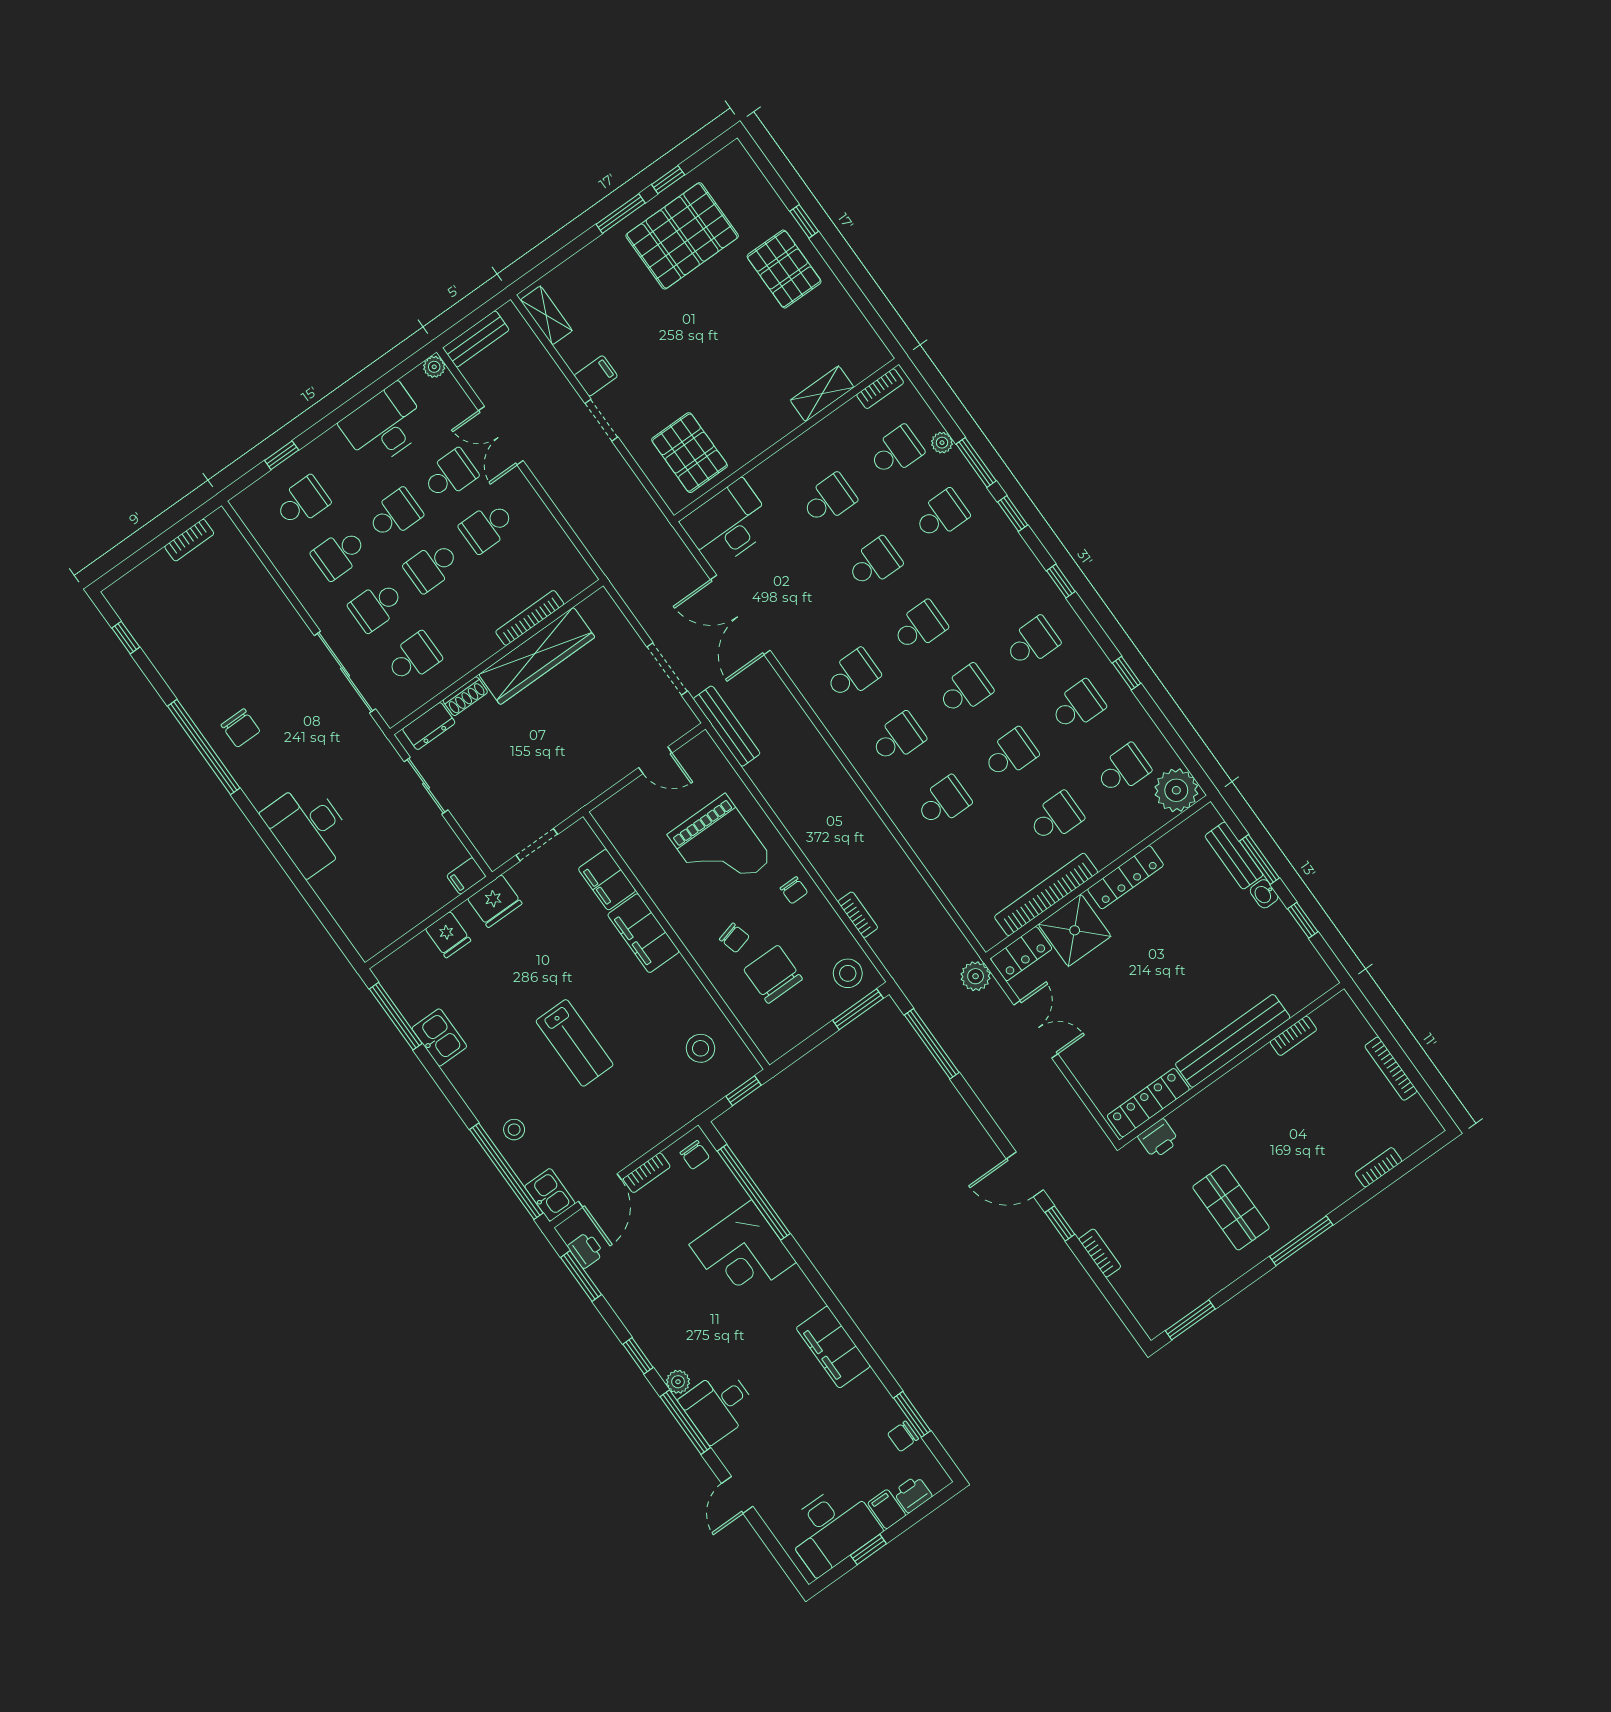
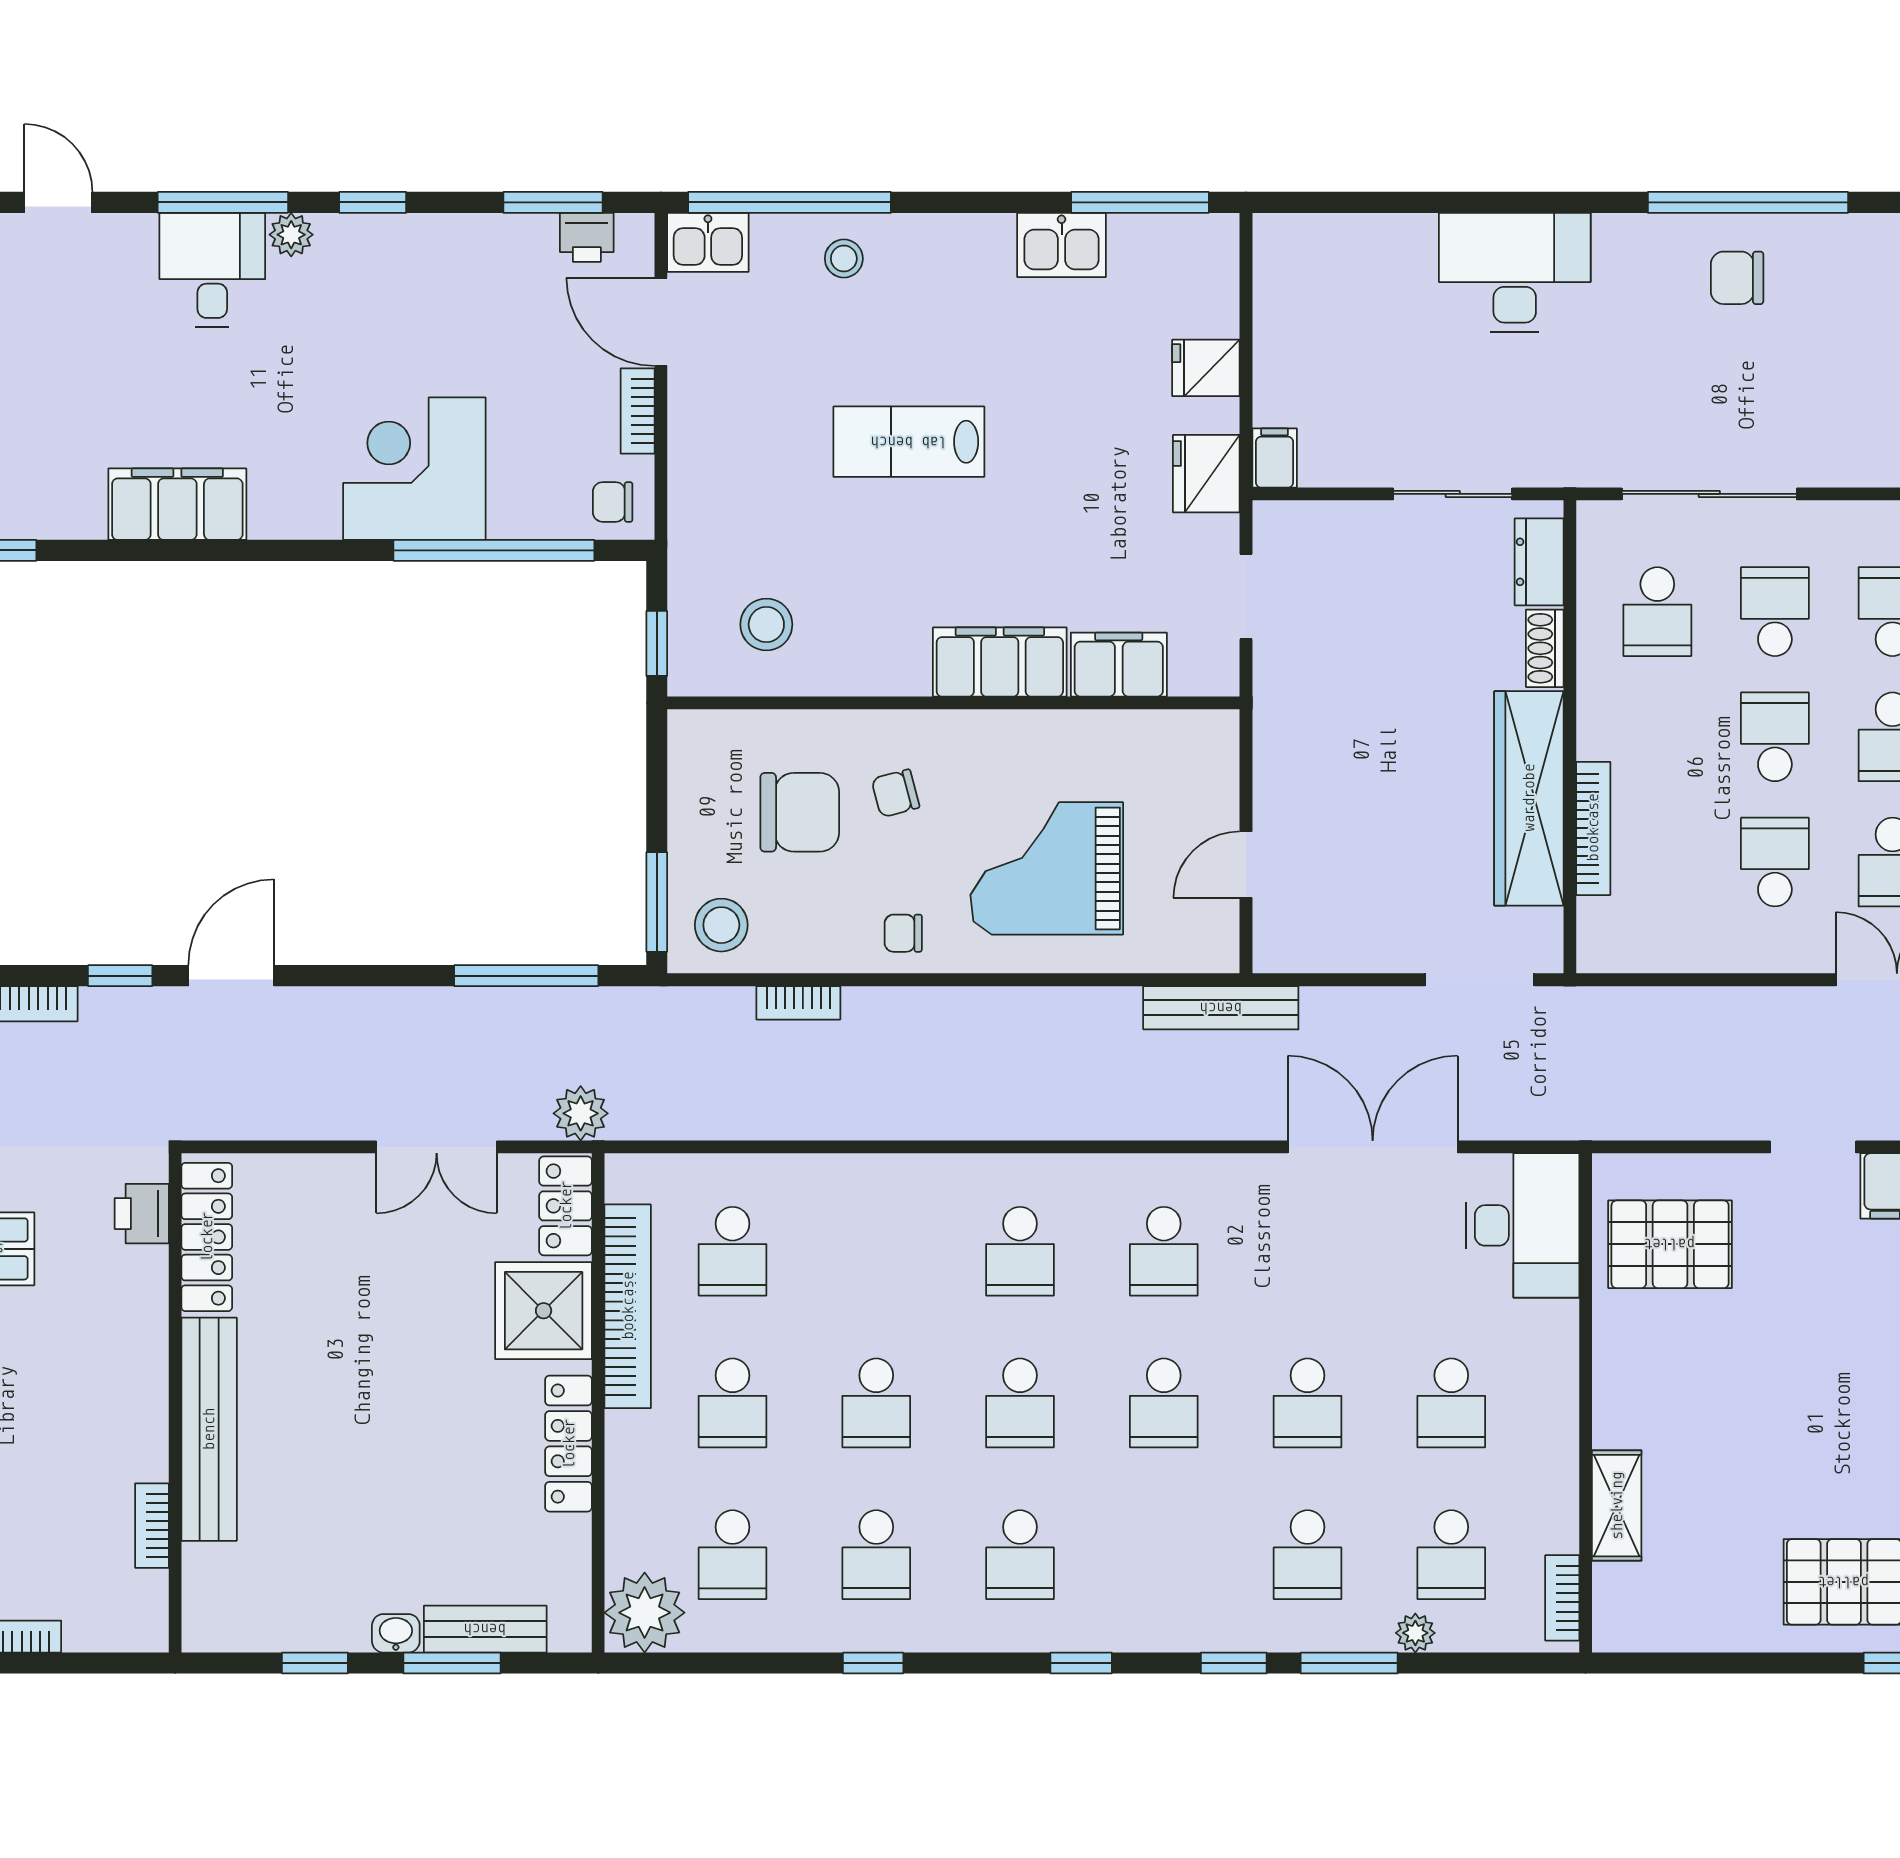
doorway: (667, 669) -> (1480, 980), moved
school desk: (943, 802) -> (732, 1251), moved

